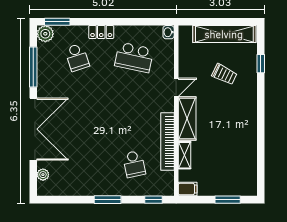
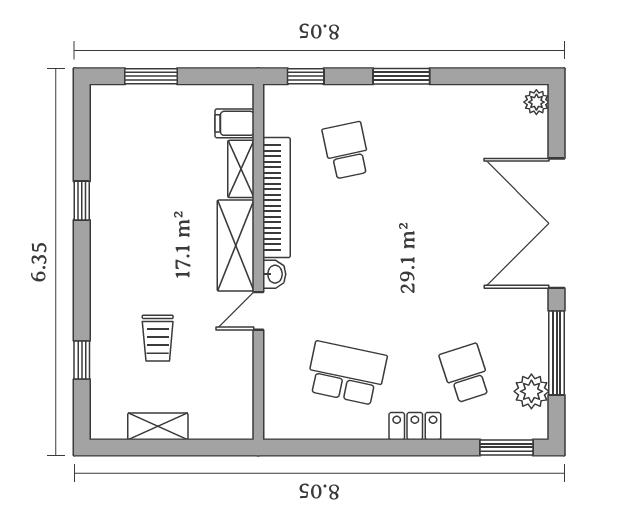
washbasin: (169, 32) -> (274, 274), moved
plant: (45, 34) -> (531, 391), moved
shelving: (224, 34) -> (158, 426), width x0.45, depth x0.75
trolley: (224, 74) -> (158, 338), turned -116
window: (261, 140) -> (82, 201), added
plant: (43, 175) -> (536, 102), moved
filing cabinet: (188, 189) -> (234, 123), moved

